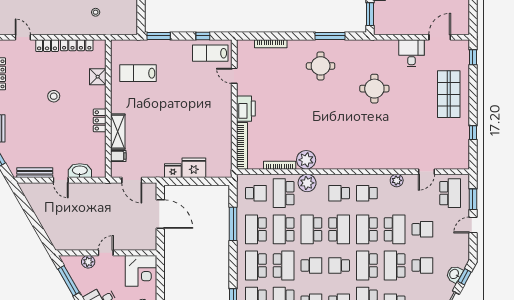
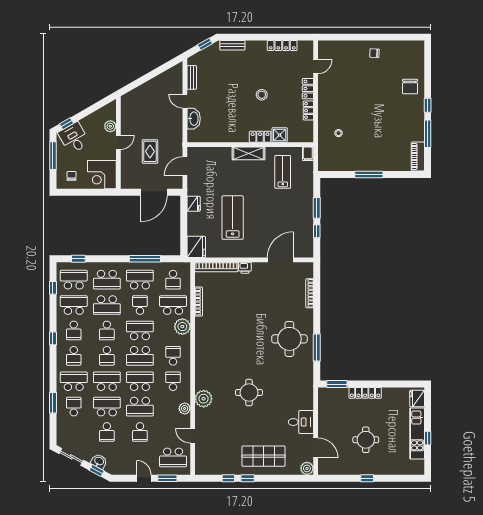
window: (159, 36) -> (317, 208), moved
locker: (77, 45) -> (308, 110), width x0.66
plant: (462, 47) -> (307, 468), added
lab bench: (210, 53) -> (233, 218), moved, width x1.36, depth x1.39
window: (473, 57) -> (248, 478), moved
round table: (321, 66) -> (289, 339), width x1.36, depth x1.36
door: (234, 76) -> (280, 260), width x1.88
round table: (374, 89) -> (249, 393), moved
printer: (246, 109) -> (245, 268), width x0.53, depth x0.68
locker: (100, 120) -> (260, 137), moved
shelving: (118, 132) -> (248, 153), moved
filing cabinet: (118, 156) -> (308, 154), moved
plant: (306, 160) -> (204, 399), moved
fridge: (194, 168) -> (196, 247), moved
bench: (35, 173) -> (192, 77), width x0.73
door: (61, 180) -> (185, 101), hinge flipped
rug: (116, 218) -> (150, 151), added
school desk: (284, 229) -> (140, 305), width x0.54
door: (106, 253) -> (118, 142), hinge flipped
school desk: (256, 265) -> (107, 280), turned 180
school desk: (339, 265) -> (107, 356), turned 180
window: (69, 281) -> (93, 108), removed

